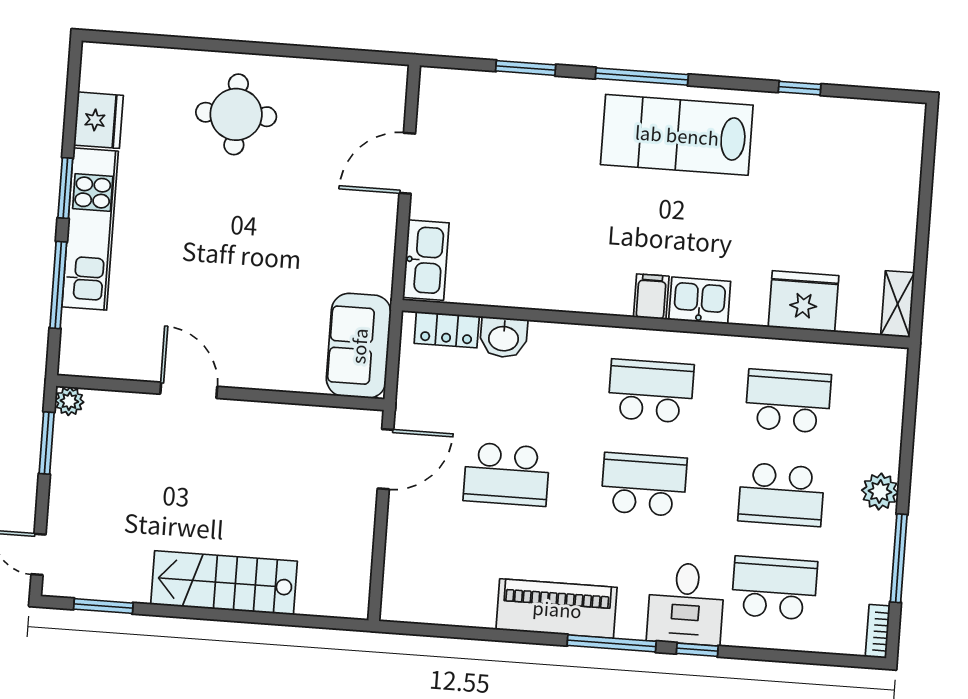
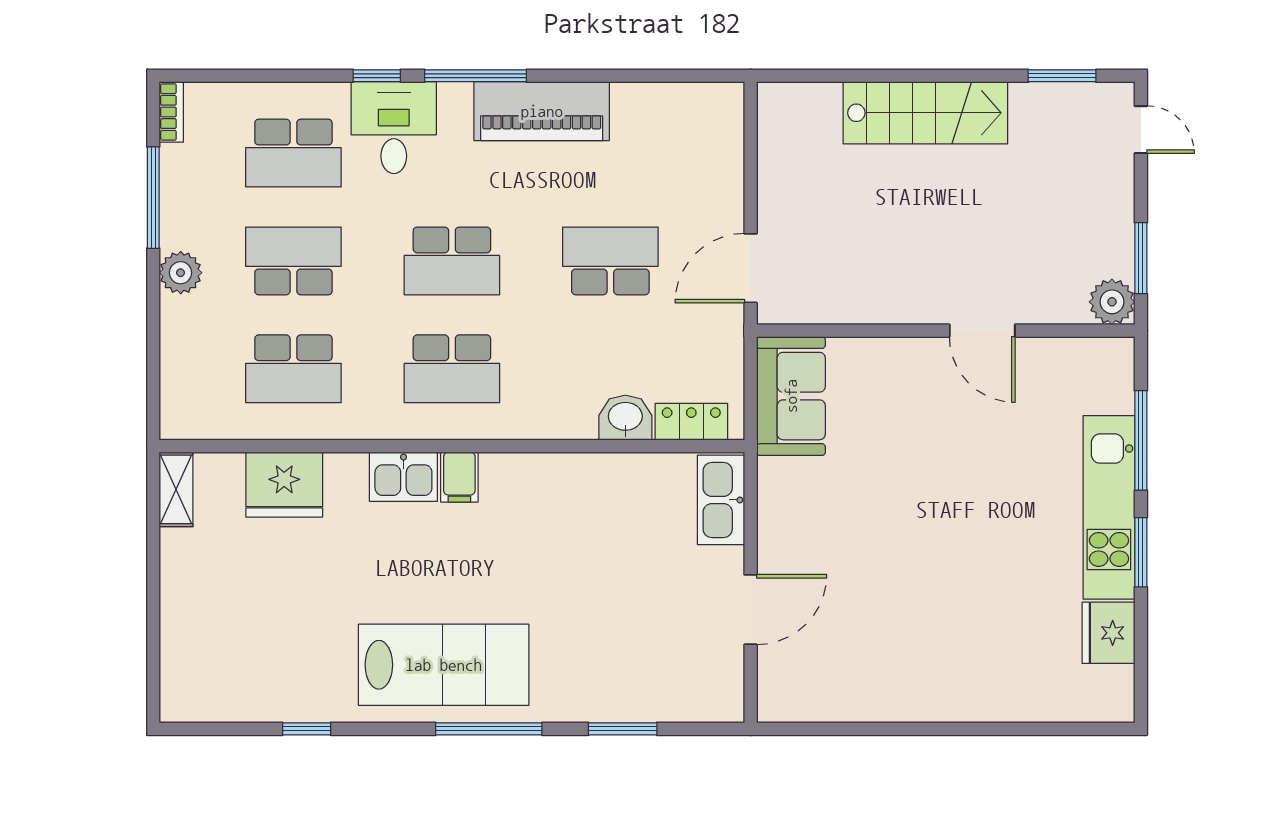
round table: (236, 114) -> (951, 651), removed
plant: (69, 401) -> (1112, 302), width x1.38, depth x1.38

